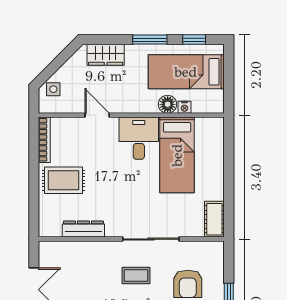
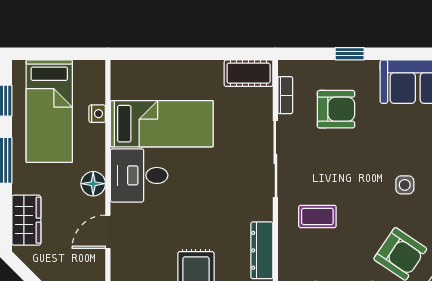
floor lamp: (168, 104) -> (93, 184), moved
bookcase: (198, 246) -> (285, 95), added
coffee table: (136, 275) -> (317, 216), moved, turned 90

